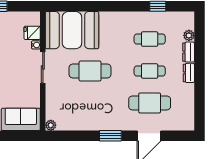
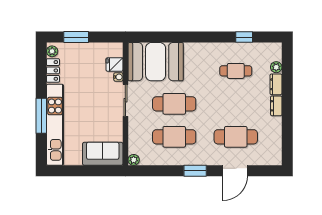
cafe table: (150, 71) -> (174, 137), moved, width x1.37, depth x1.35

